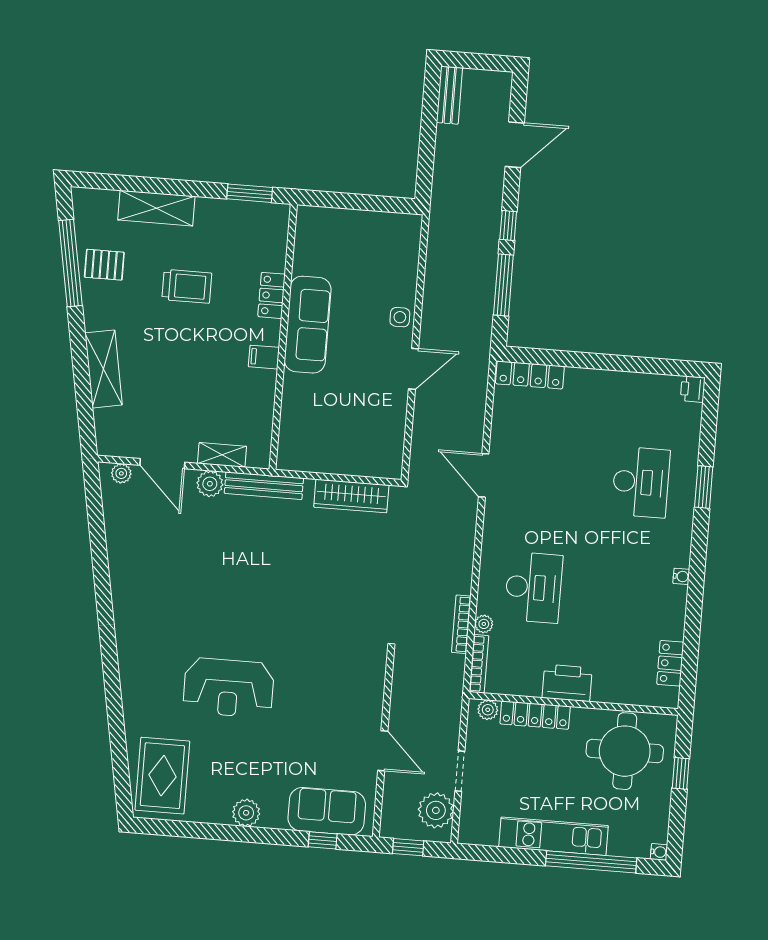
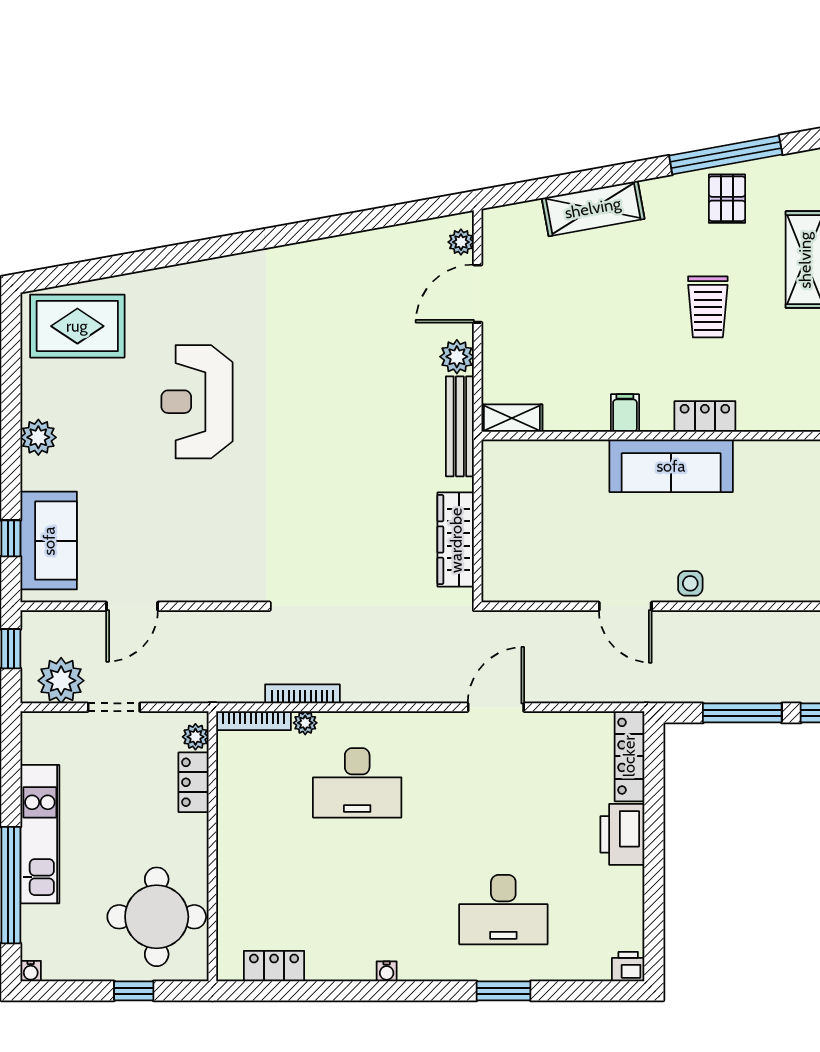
shelving: (222, 455) -> (512, 418), moved, turned 90
printer: (567, 683) -> (622, 834), moved, turned 180
locker: (535, 715) -> (193, 782), width x0.66

